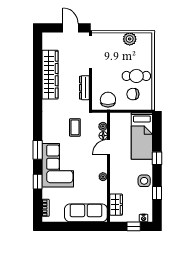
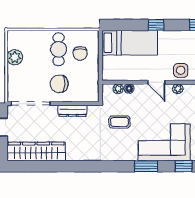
wardrobe: (50, 75) -> (36, 151), moved
chair: (108, 100) -> (59, 84), moved
door: (109, 147) -> (156, 82), moved
side table: (144, 181) -> (181, 70), moved

